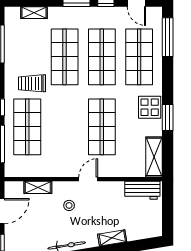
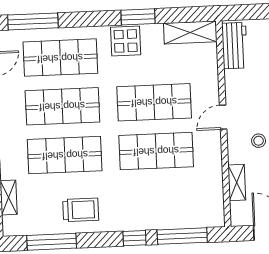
trolley: (32, 83) -> (81, 210), moved, turned -90
shop shelf: (27, 127) -> (156, 151), moved
door: (88, 179) -> (223, 117), hinge flipped

